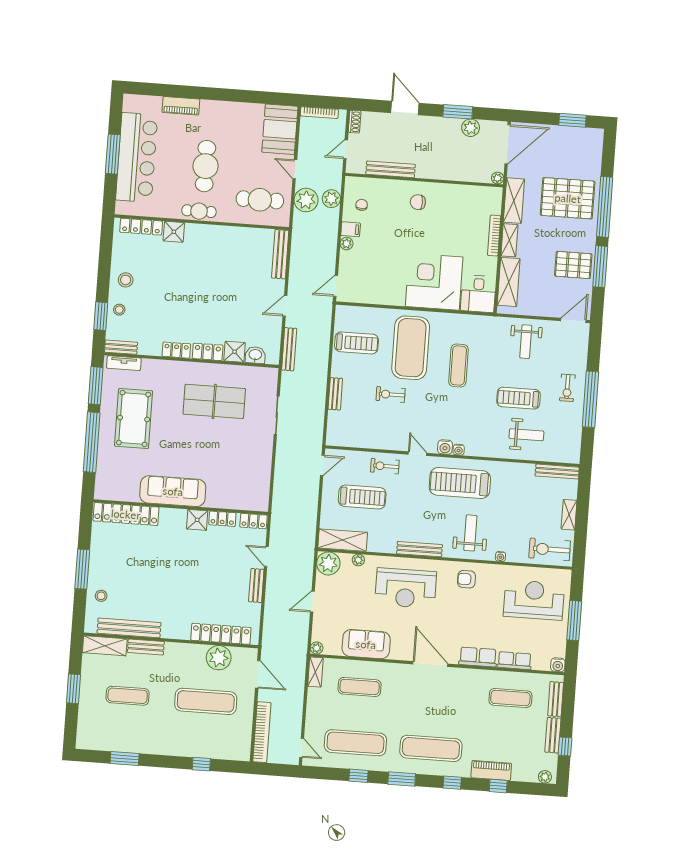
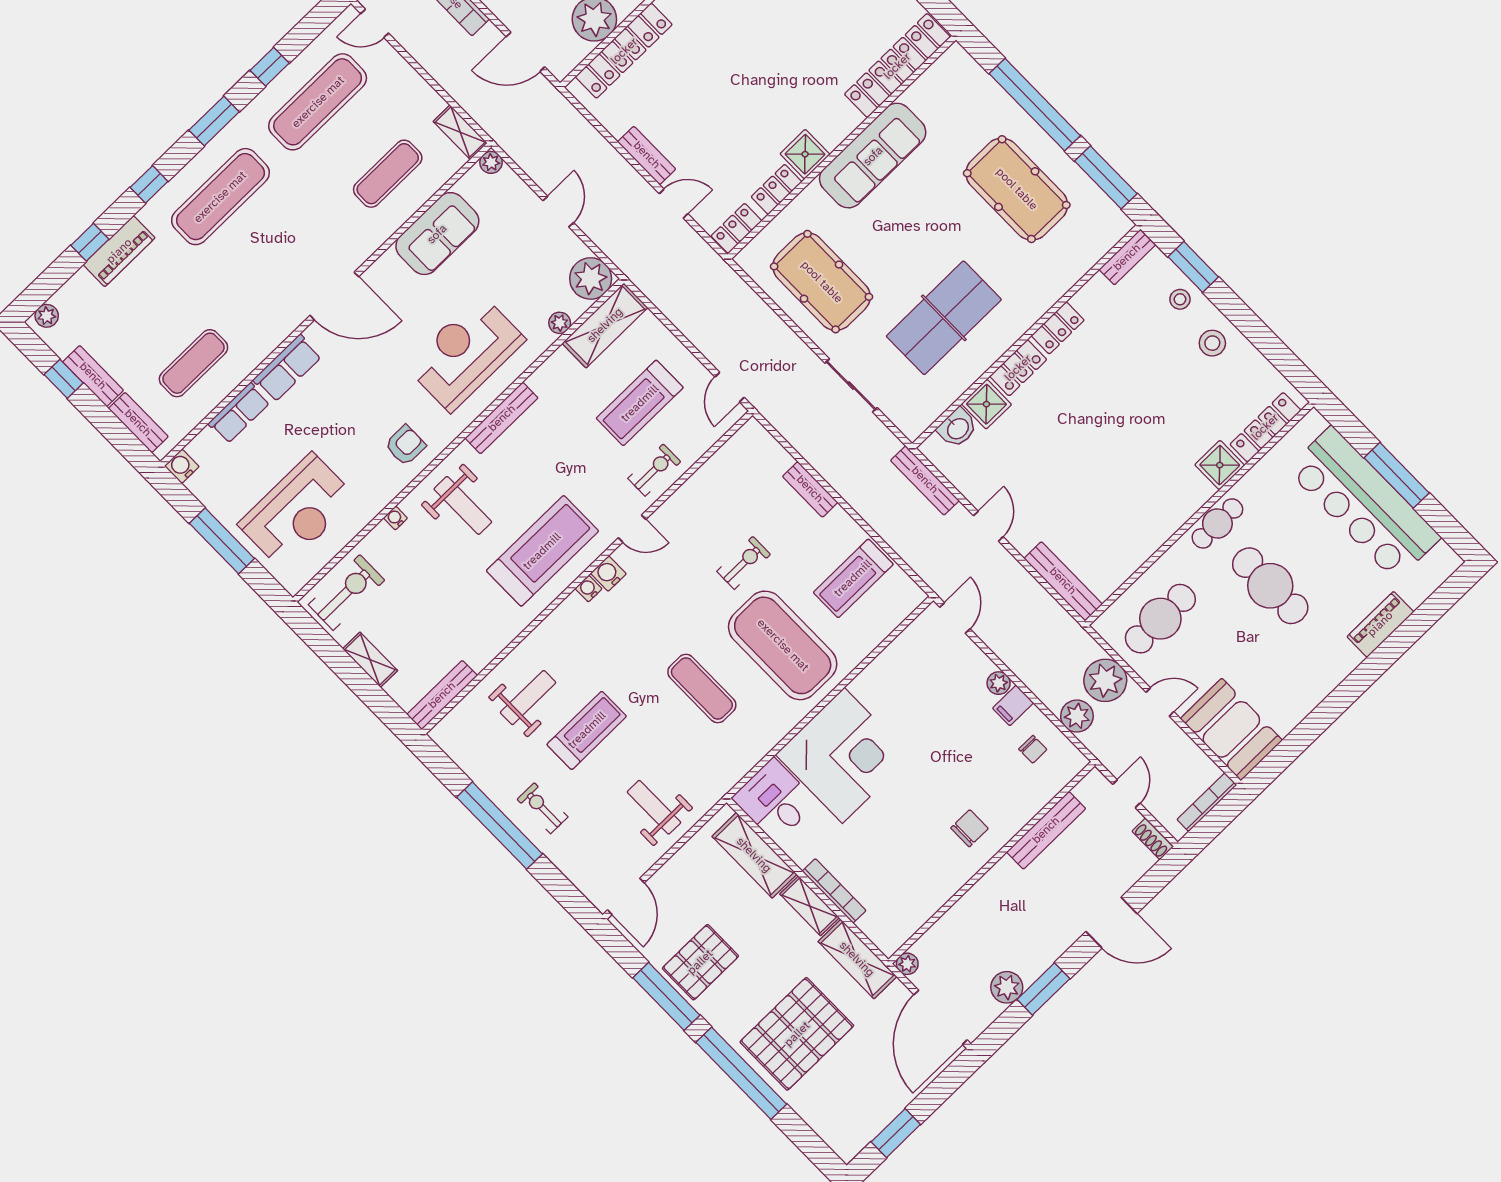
tv unit: (124, 363) -> (1103, 242), removed
weight bench: (526, 435) -> (528, 698), turned 180
pool table: (244, 466) -> (822, 282), added

